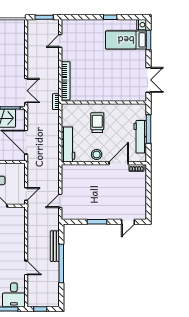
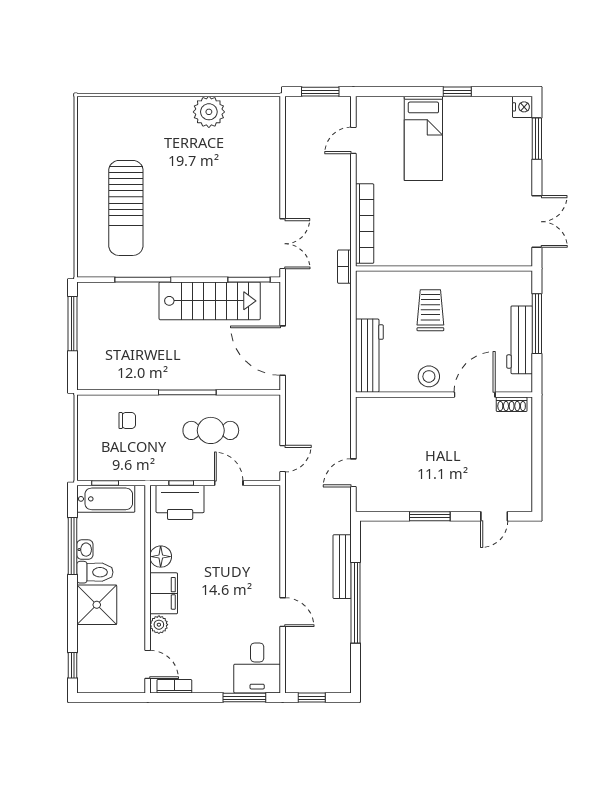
bed: (126, 40) -> (423, 138), moved, turned -90

